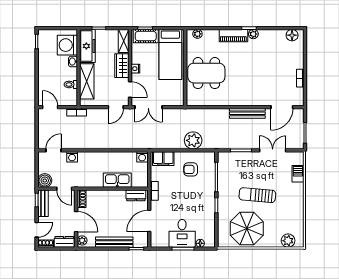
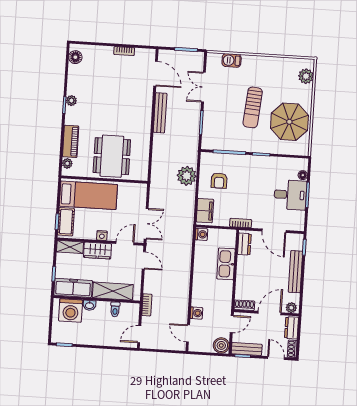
piano: (233, 36) -> (71, 141), moved

